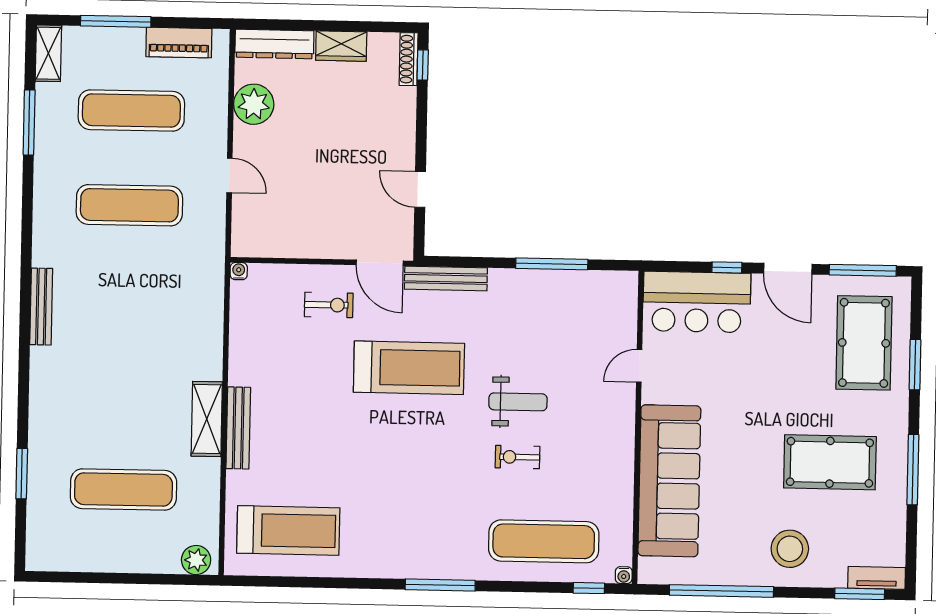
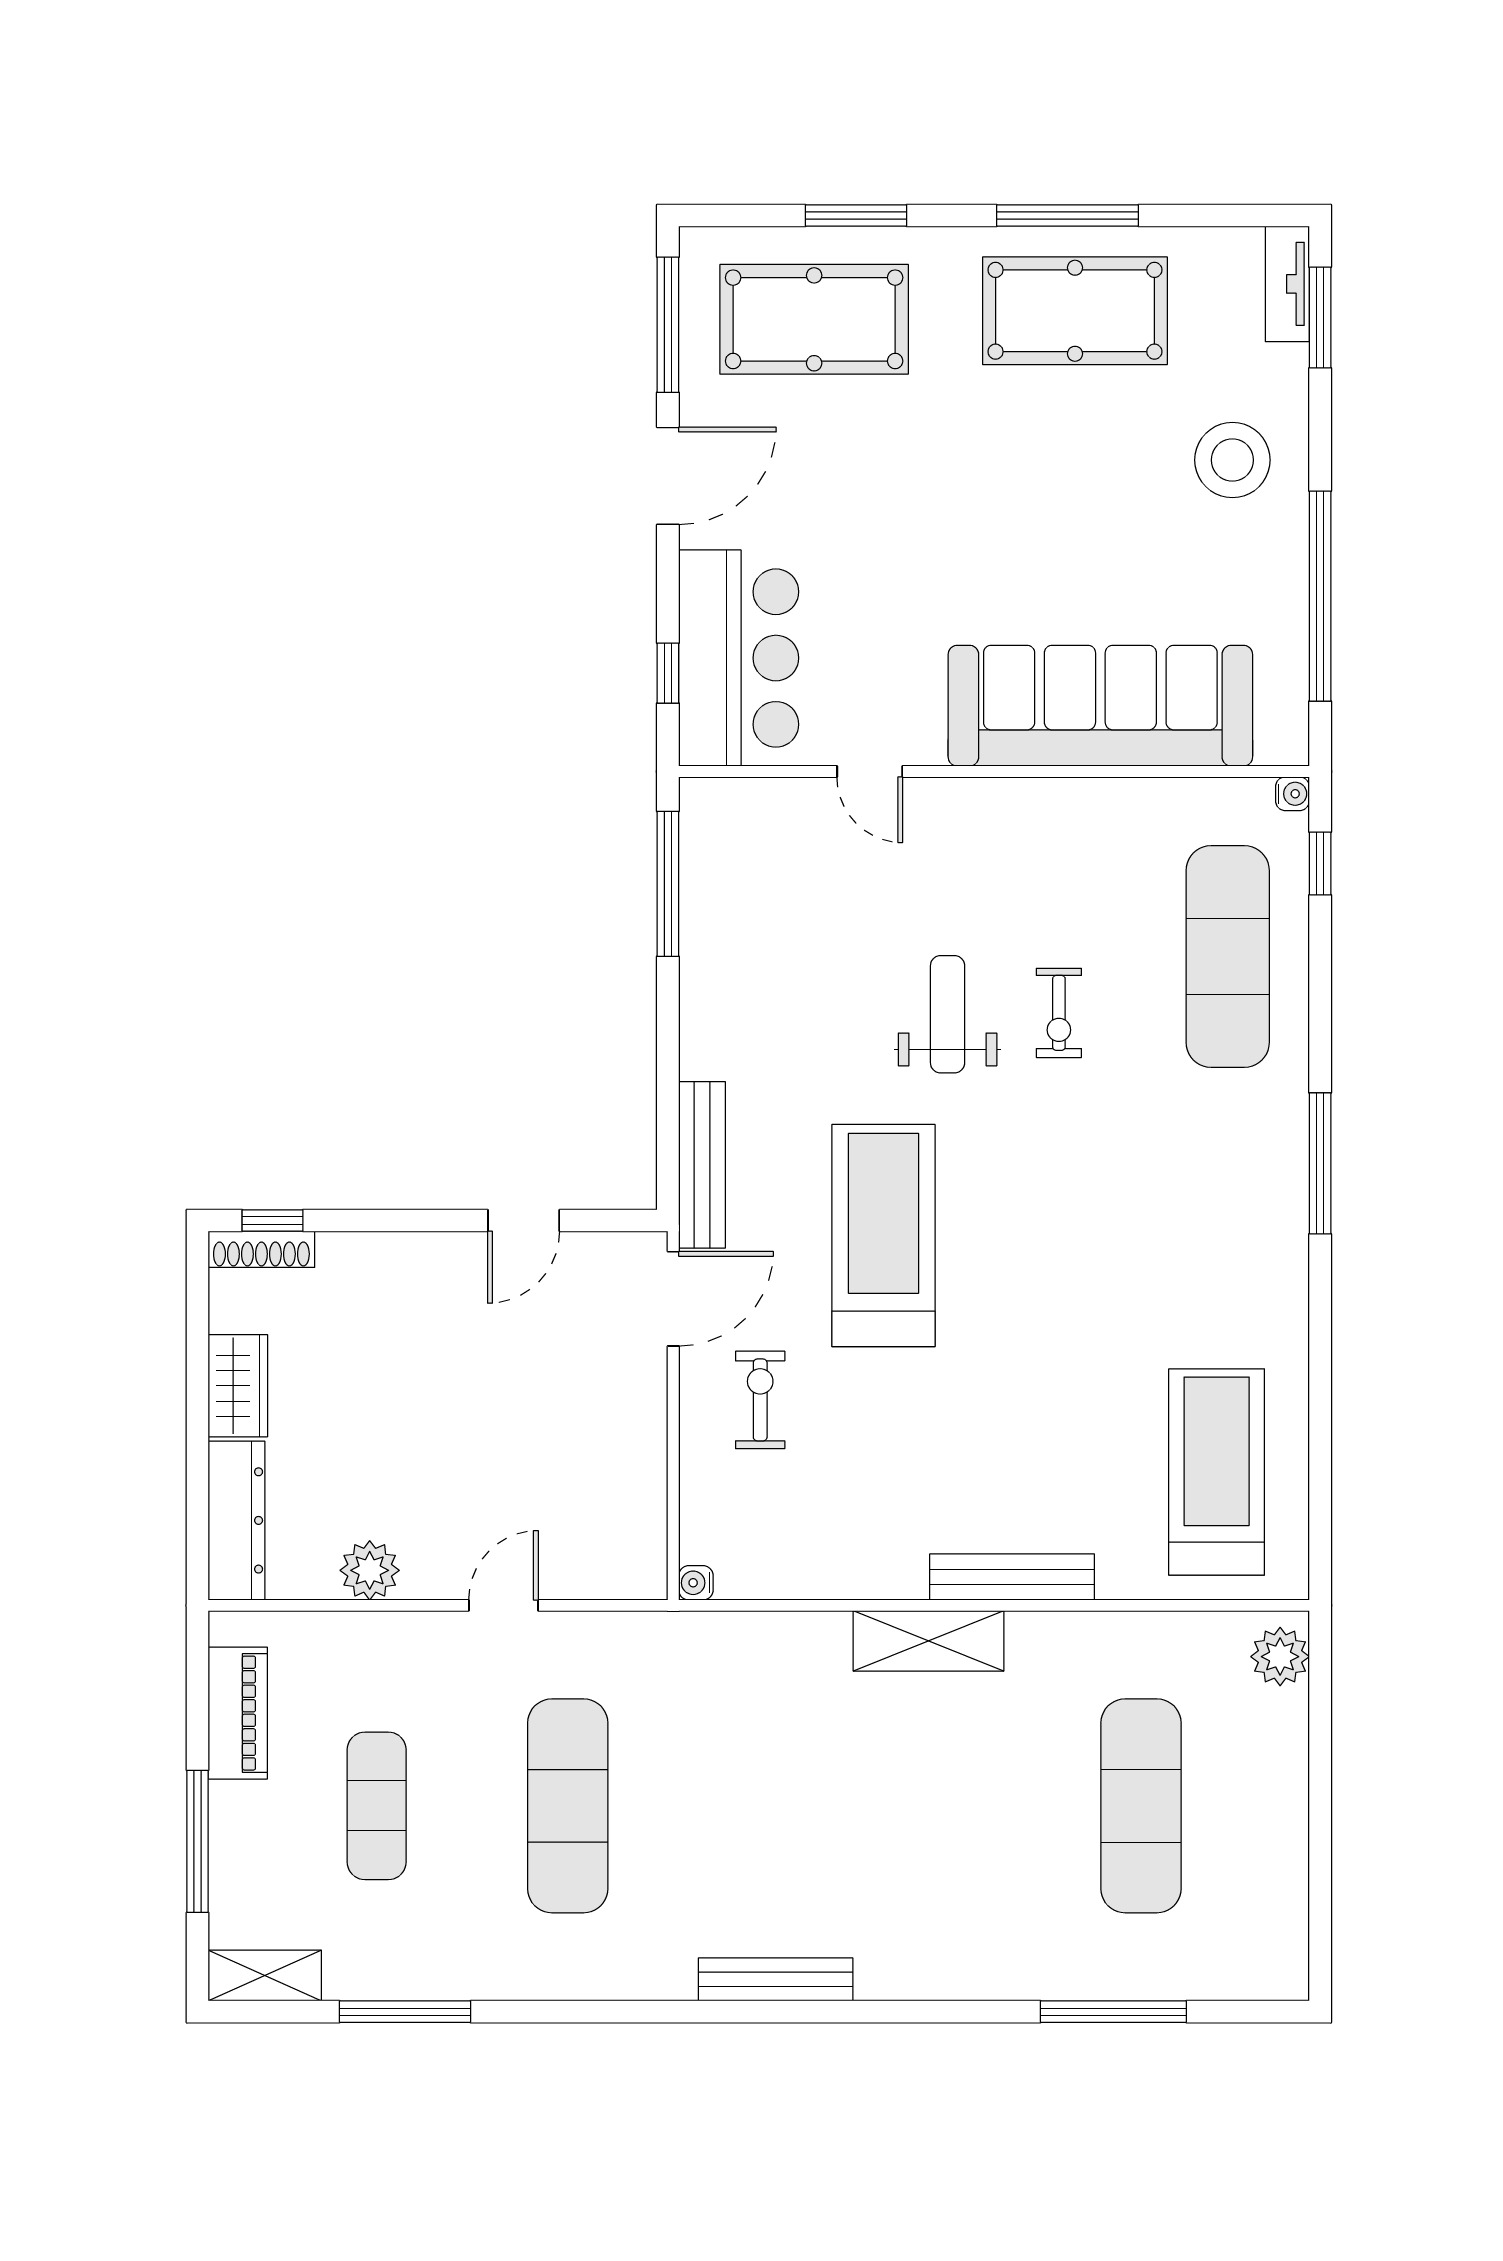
plant: (254, 104) -> (370, 1570), width x0.73, depth x0.73
exercise mat: (131, 110) -> (377, 1806), width x0.73, depth x0.69
window: (552, 264) -> (668, 884), moved
window: (727, 267) -> (668, 673), moved
shelving: (207, 419) -> (928, 1641), moved
pool table: (830, 462) -> (1075, 311), moved, turned 90
window: (22, 474) -> (1113, 2012), width x1.44

